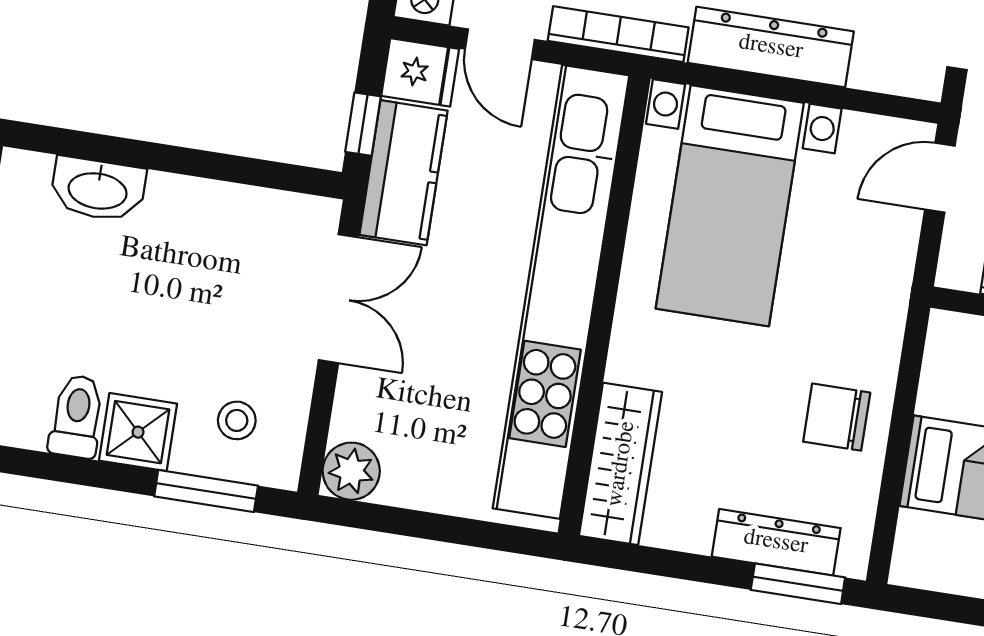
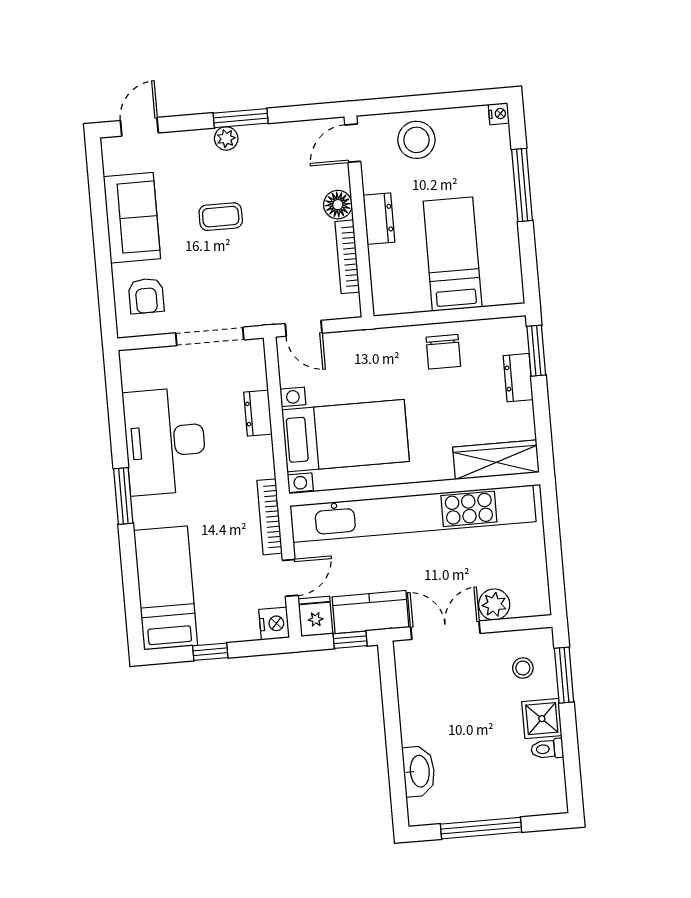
dresser: (771, 47) -> (258, 413), width x0.51, depth x0.80
toilet: (77, 416) -> (547, 749), width x0.73, depth x0.72
plant: (351, 471) -> (494, 604), moved
dresser: (776, 542) -> (518, 378), width x0.70

